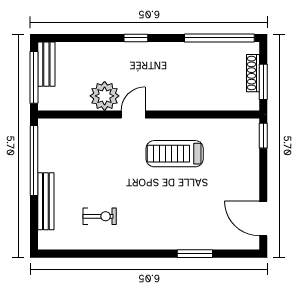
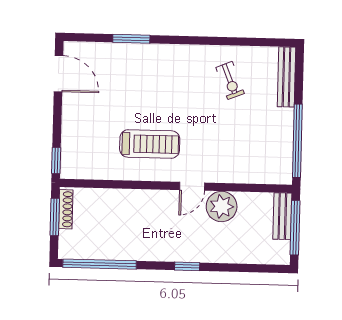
bench: (46, 64) -> (282, 216), moved
shoe rack: (253, 73) -> (66, 209), moved
bench: (46, 201) -> (286, 77), moved
exercise bike: (100, 216) -> (230, 80), turned -112

